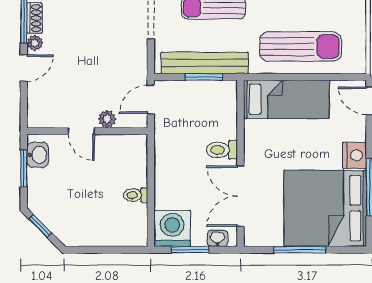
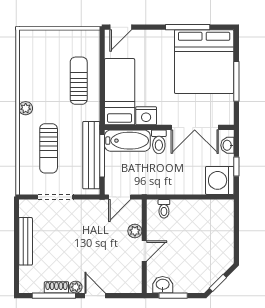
sun lounger: (301, 47) -> (79, 81), width x0.73, depth x0.75
window: (204, 77) -> (102, 156), width x1.44
door: (151, 99) -> (120, 197), hinge flipped
bathtub: (223, 109) -> (127, 141), added
nightstand: (355, 155) -> (146, 116), moved, turned 180
toilet: (136, 195) -> (164, 209), moved
window: (190, 250) -> (236, 166), width x0.67

